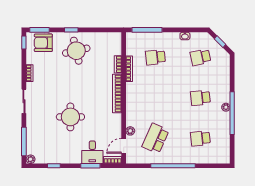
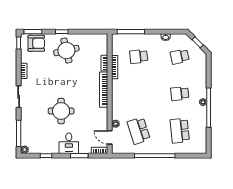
armchair: (43, 43) -> (36, 43), turned 180
school desk: (155, 138) -> (139, 131), turned -42
school desk: (200, 138) -> (180, 131), width x1.85
door: (124, 146) -> (110, 137), hinge flipped
desk: (92, 152) -> (69, 143), moved

